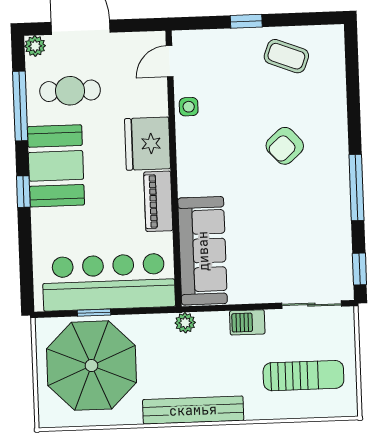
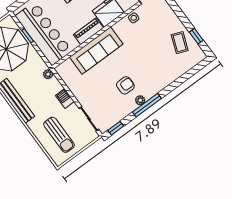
window: (246, 21) -> (196, 36), moved
armchair: (285, 146) -> (125, 85), moved, turned 132
plant: (340, 193) -> (140, 100), added
sofa: (203, 251) -> (96, 51), moved

